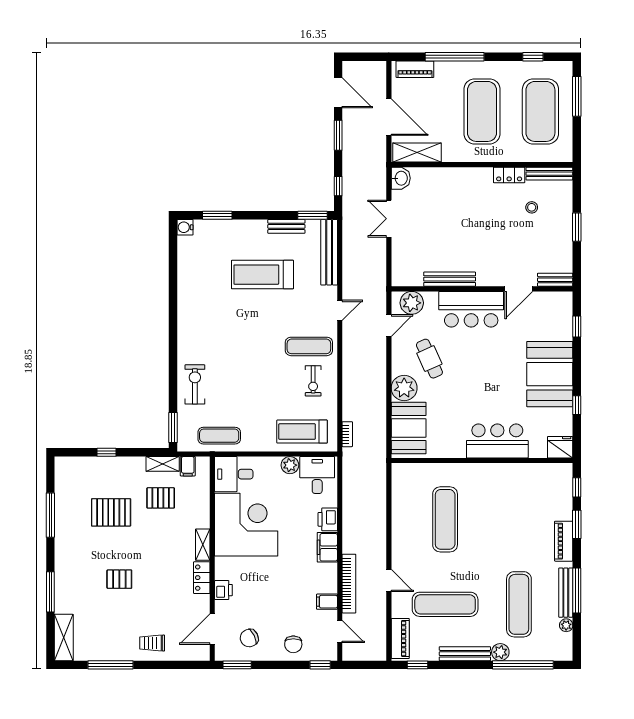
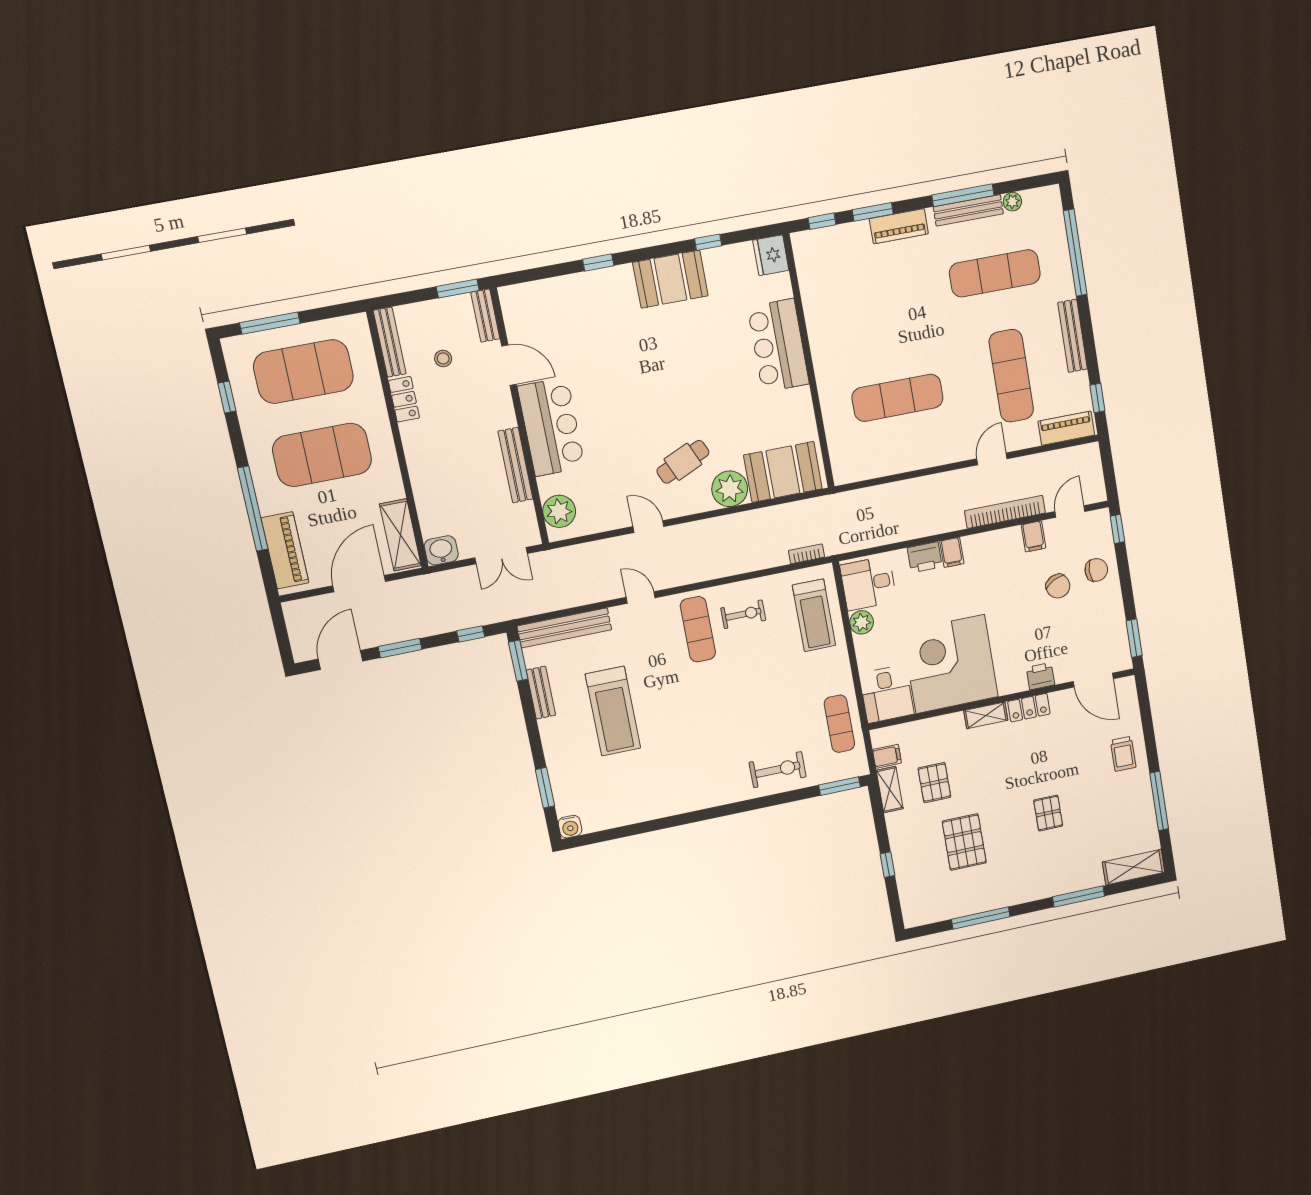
piano: (415, 69) -> (285, 550), width x1.37, depth x1.33
bench: (450, 279) -> (515, 465), moved
bench: (555, 280) -> (485, 316), moved
wall: (482, 289) -> (520, 417), moved
door: (519, 289) -> (509, 365), moved
plant: (412, 303) -> (559, 511), moved
bar counter: (471, 309) -> (551, 427), moved
booth: (550, 374) -> (670, 279), width x0.73, depth x0.70
exercise bike: (195, 384) -> (778, 770), turned 180
filing cabinet: (327, 547) -> (952, 552), width x0.50
chair: (249, 638) -> (1058, 586), moved
plant: (500, 652) -> (1063, 287), removed

